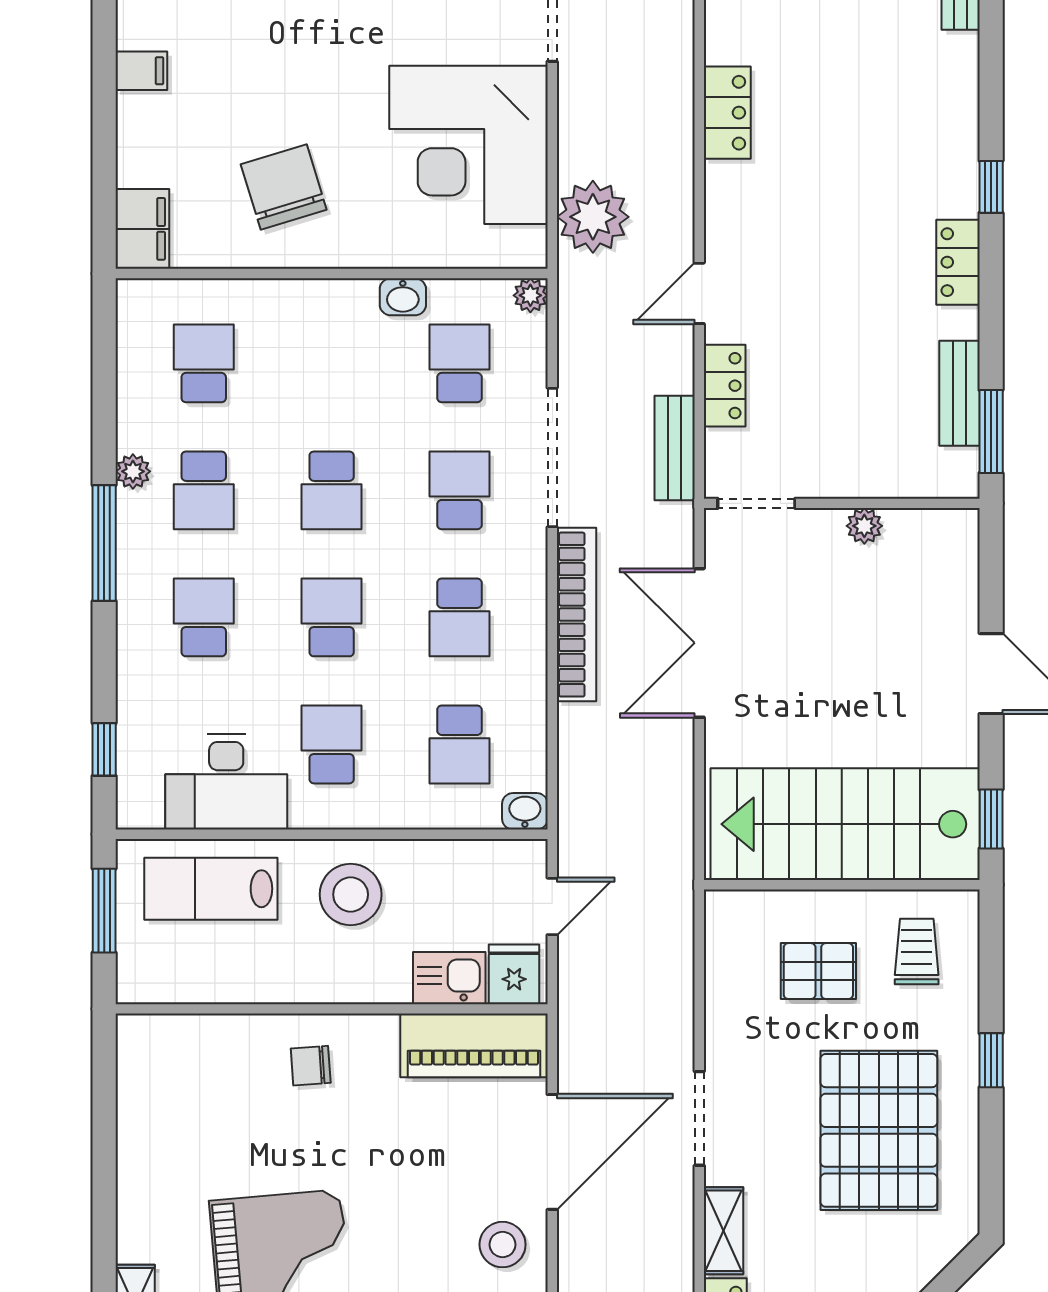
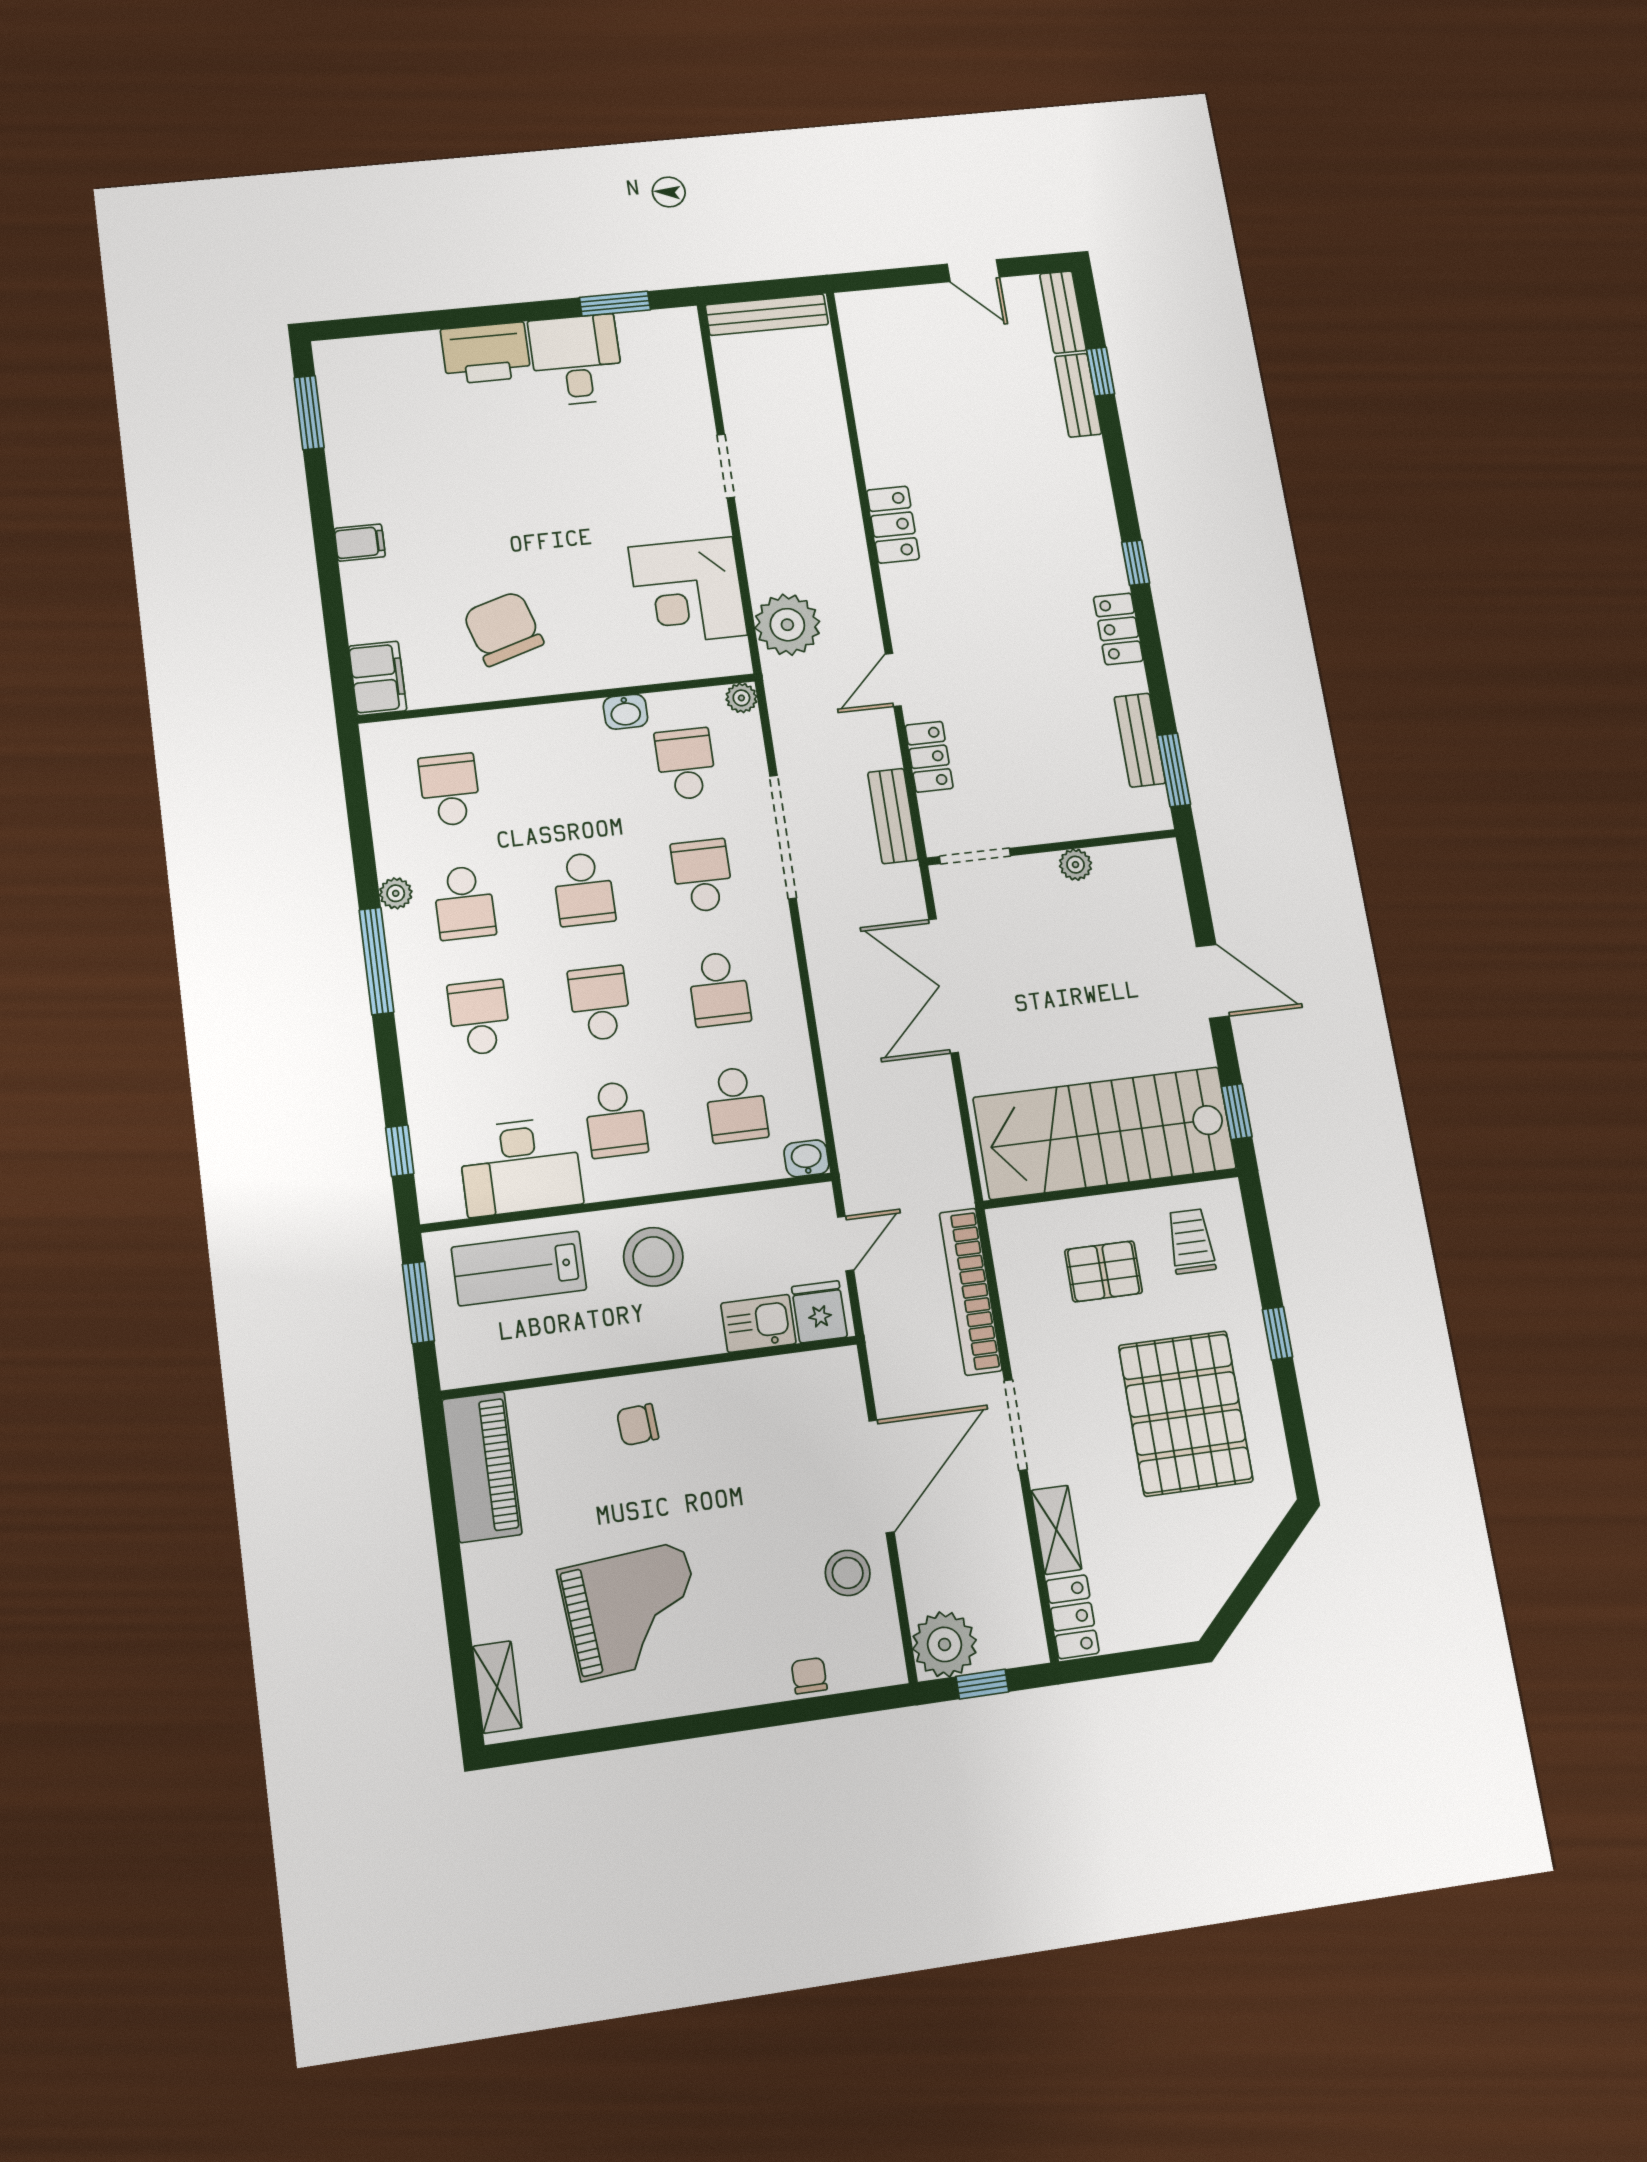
corner desk: (468, 145) -> (688, 591), width x0.74, depth x0.74
bookcase: (576, 615) -> (971, 1291), moved, turned 180
school desk: (332, 744) -> (616, 1119), turned 180
piano: (474, 1045) -> (482, 1467), moved, turned -90

